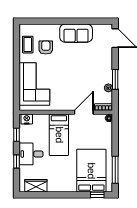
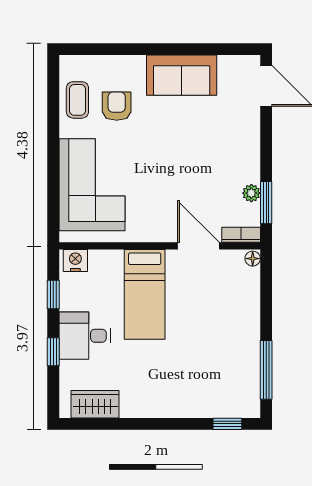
window: (115, 79) -> (266, 203), moved
door: (84, 112) -> (198, 246), hinge flipped
bed: (91, 171) -> (215, 372), removed

